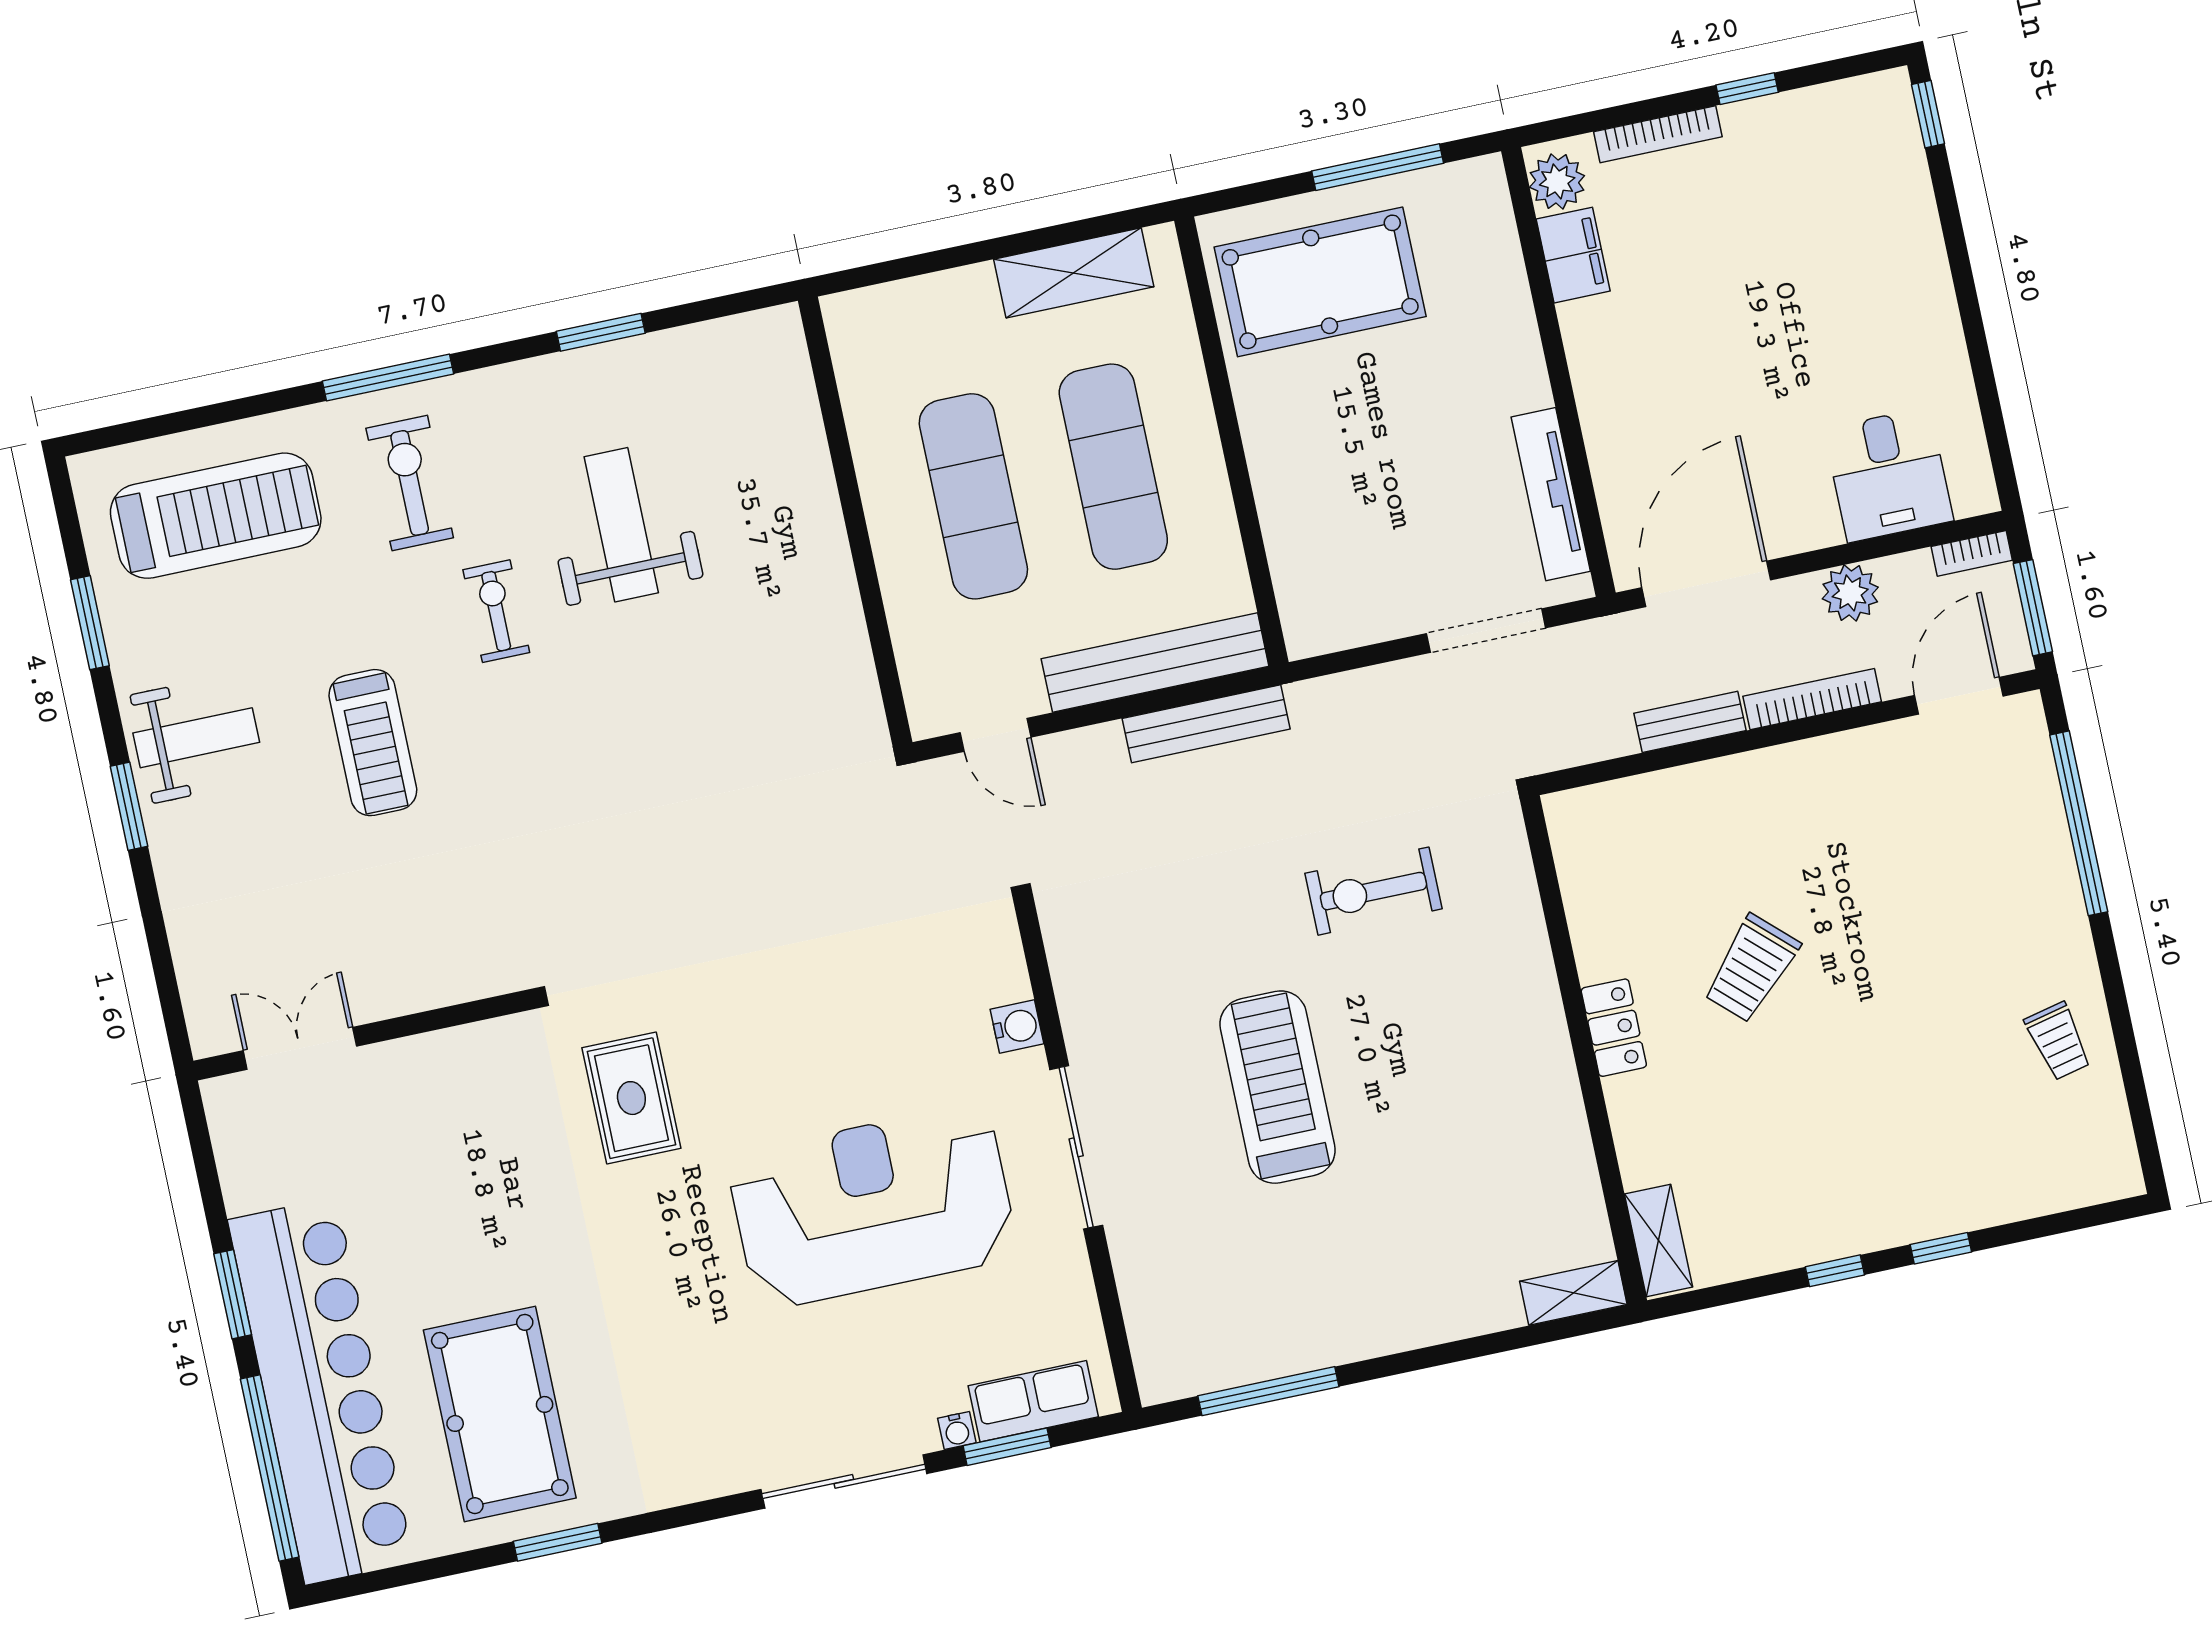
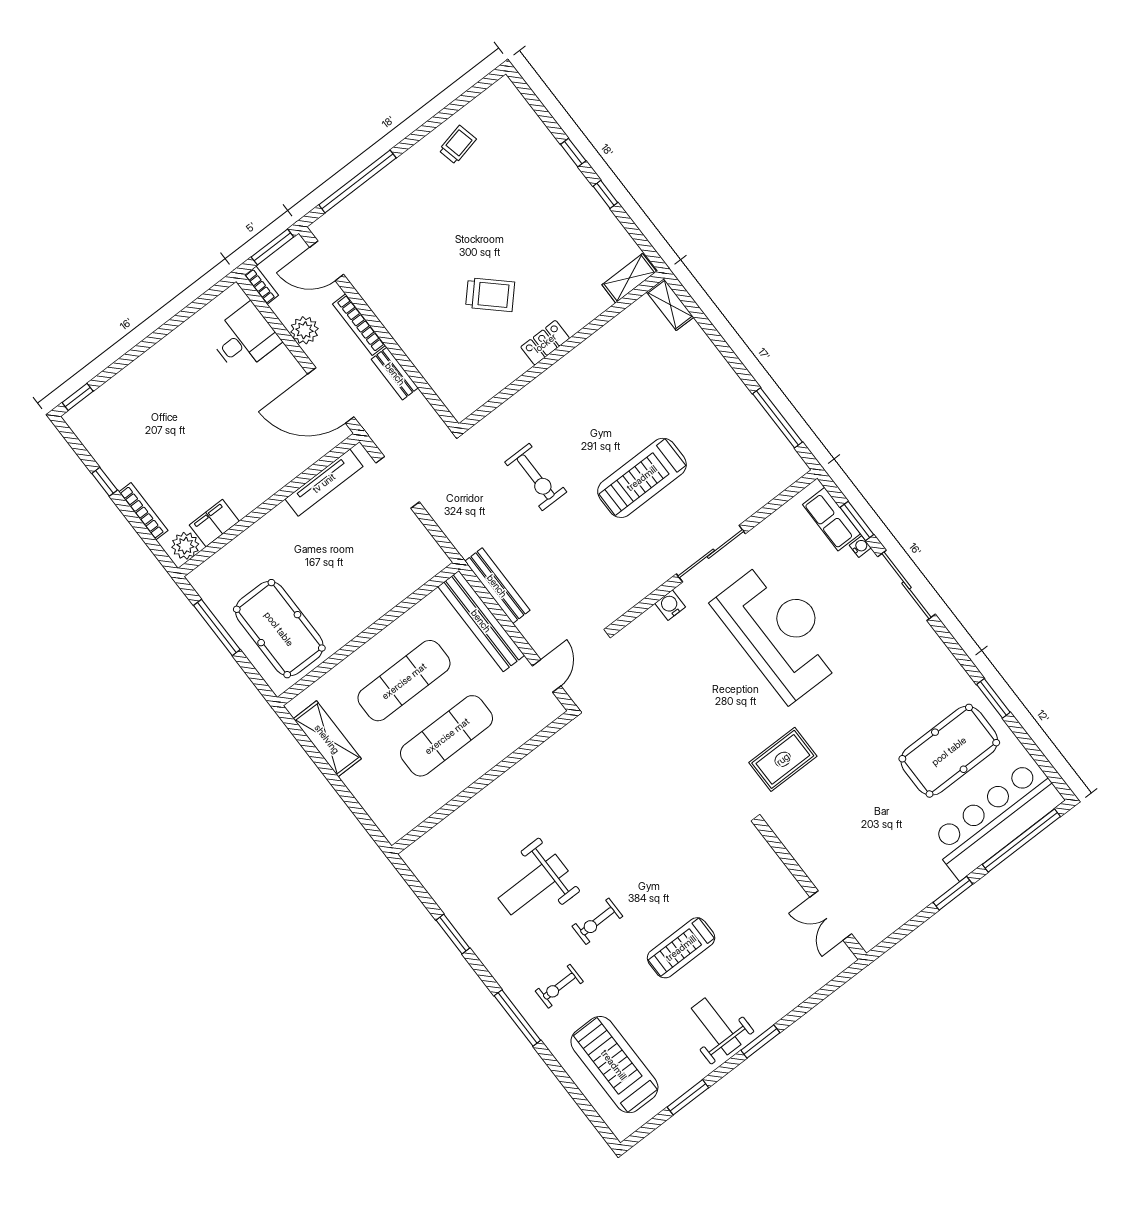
exercise bike: (410, 483) -> (559, 986), width x0.73, depth x0.72
treadmill: (373, 743) -> (681, 948), turned 180
reception desk: (872, 1206) -> (780, 631), turned 180
bar counter: (321, 1391) -> (996, 819), width x0.73

